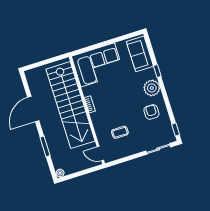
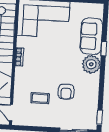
sofa: (140, 54) -> (91, 36), moved
armchair: (151, 112) -> (66, 92), moved, turned 180

